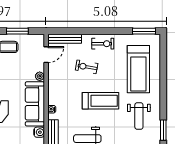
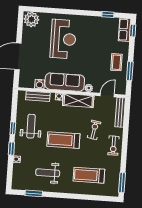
door: (46, 55) -> (107, 95), swing flipped
treadmill: (138, 69) -> (89, 175), width x0.73, depth x0.73
shelving: (55, 87) -> (78, 101), added
treadmill: (101, 101) -> (63, 140), turned 90

